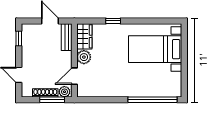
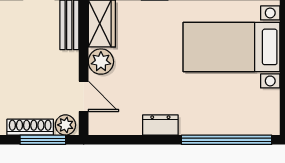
door: (74, 76) -> (84, 96), swing flipped
dresser: (116, 92) -> (160, 125), added

